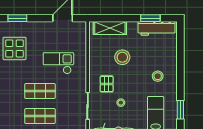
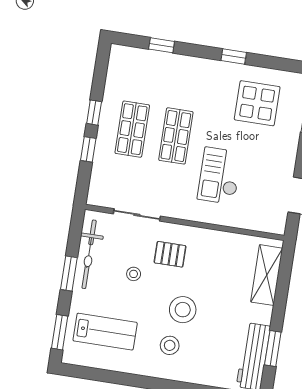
stool: (122, 57) -> (183, 310), moved
checkout: (58, 63) -> (219, 176), turned 180
window: (180, 110) -> (105, 376), removed

